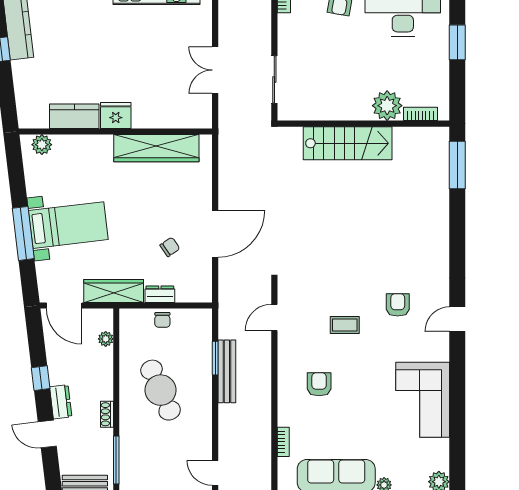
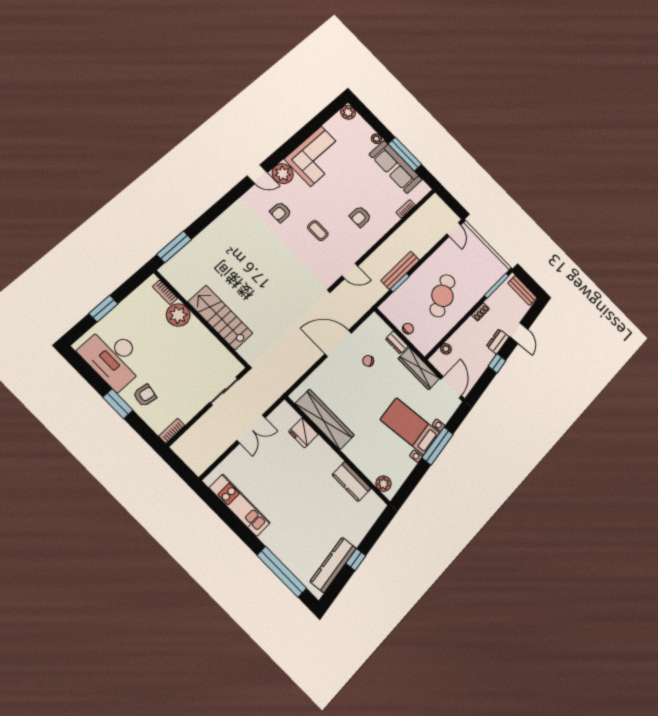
fridge: (116, 115) -> (303, 433), moved
plant: (435, 346) -> (283, 174), added

